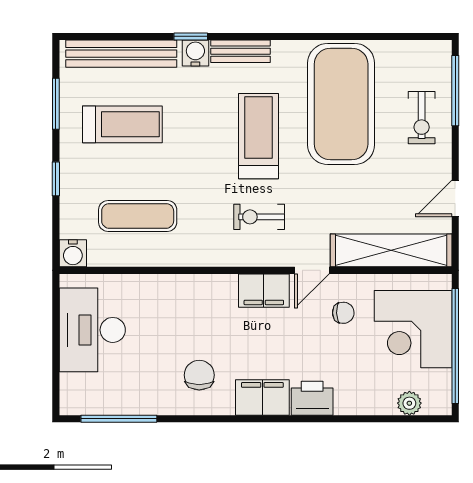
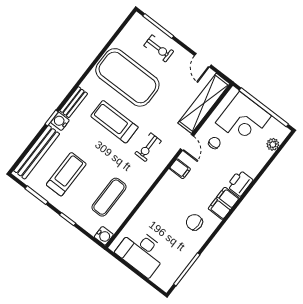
filing cabinet: (264, 291) -> (180, 169), width x0.50

